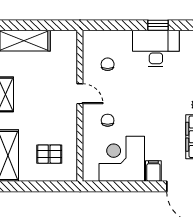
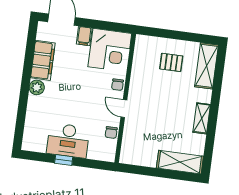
door: (80, 94) -> (124, 109), moved
wall: (80, 106) -> (125, 98), moved

